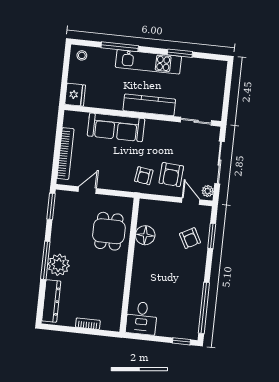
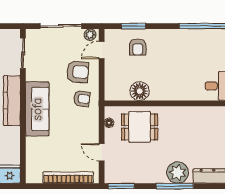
sofa: (116, 127) -> (37, 109), moved
floor lamp: (116, 201) -> (109, 123), added
armchair: (190, 238) -> (138, 47), turned 118

